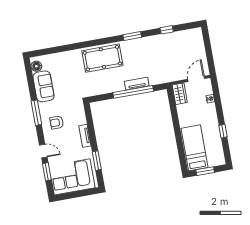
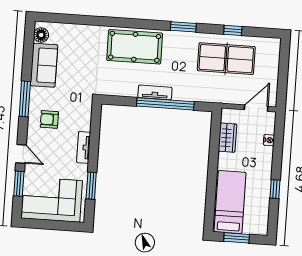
table tennis table: (167, 50) -> (226, 59), added
tv unit: (137, 84) -> (155, 92), moved
wardrobe: (180, 94) -> (228, 138), moved

